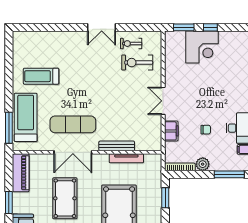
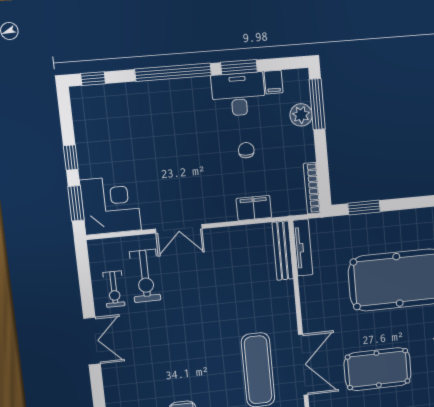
corner desk: (202, 47) -> (111, 205), moved
double door: (163, 101) -> (179, 229), moved
bench: (117, 146) -> (283, 251), moved
tv unit: (126, 158) -> (303, 248), moved
plant: (203, 164) -> (301, 115), moved

